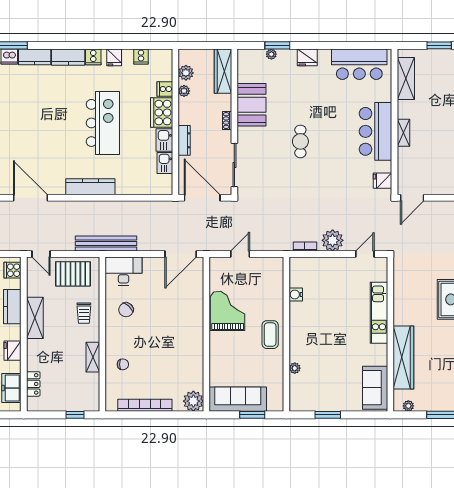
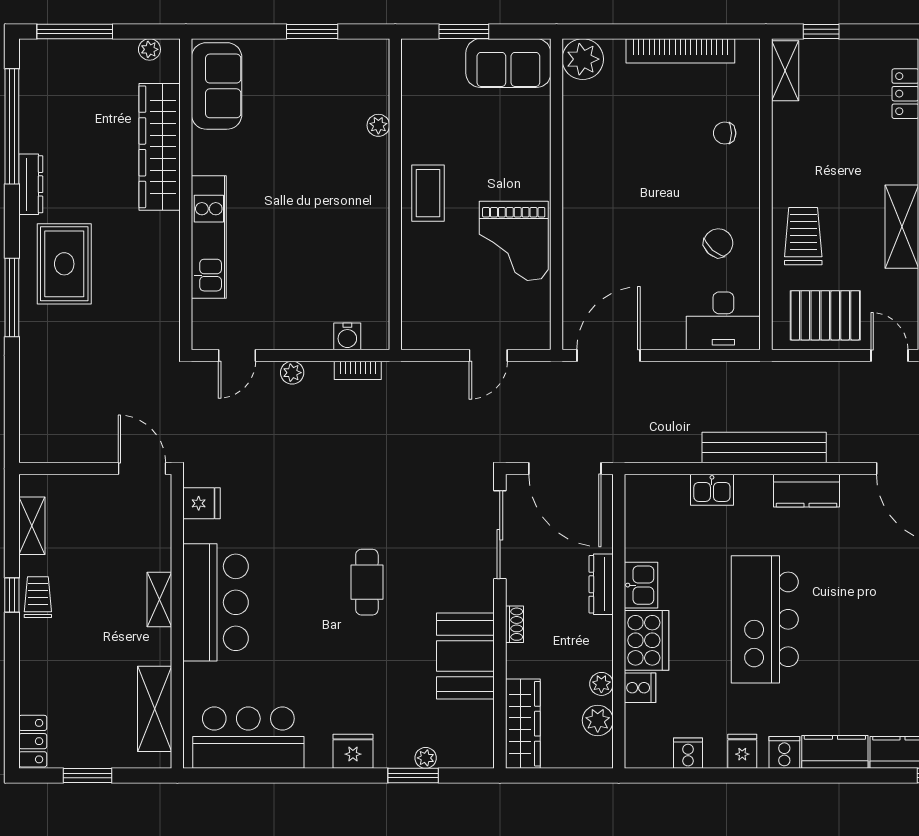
kitchen sink: (165, 163) -> (712, 490), moved, turned 90
kitchen counter: (90, 187) -> (807, 491), width x0.67
door: (412, 198) -> (142, 469), hinge flipped
plant: (333, 240) -> (292, 373), width x0.53, depth x0.53
bench: (106, 243) -> (764, 448), moved
water cooler: (296, 295) -> (347, 336), moved, turned 90
trolley: (84, 313) -> (803, 236), width x1.36, depth x1.39
shelving: (93, 357) -> (785, 71), moved
sofa: (238, 399) -> (508, 63), width x0.73

